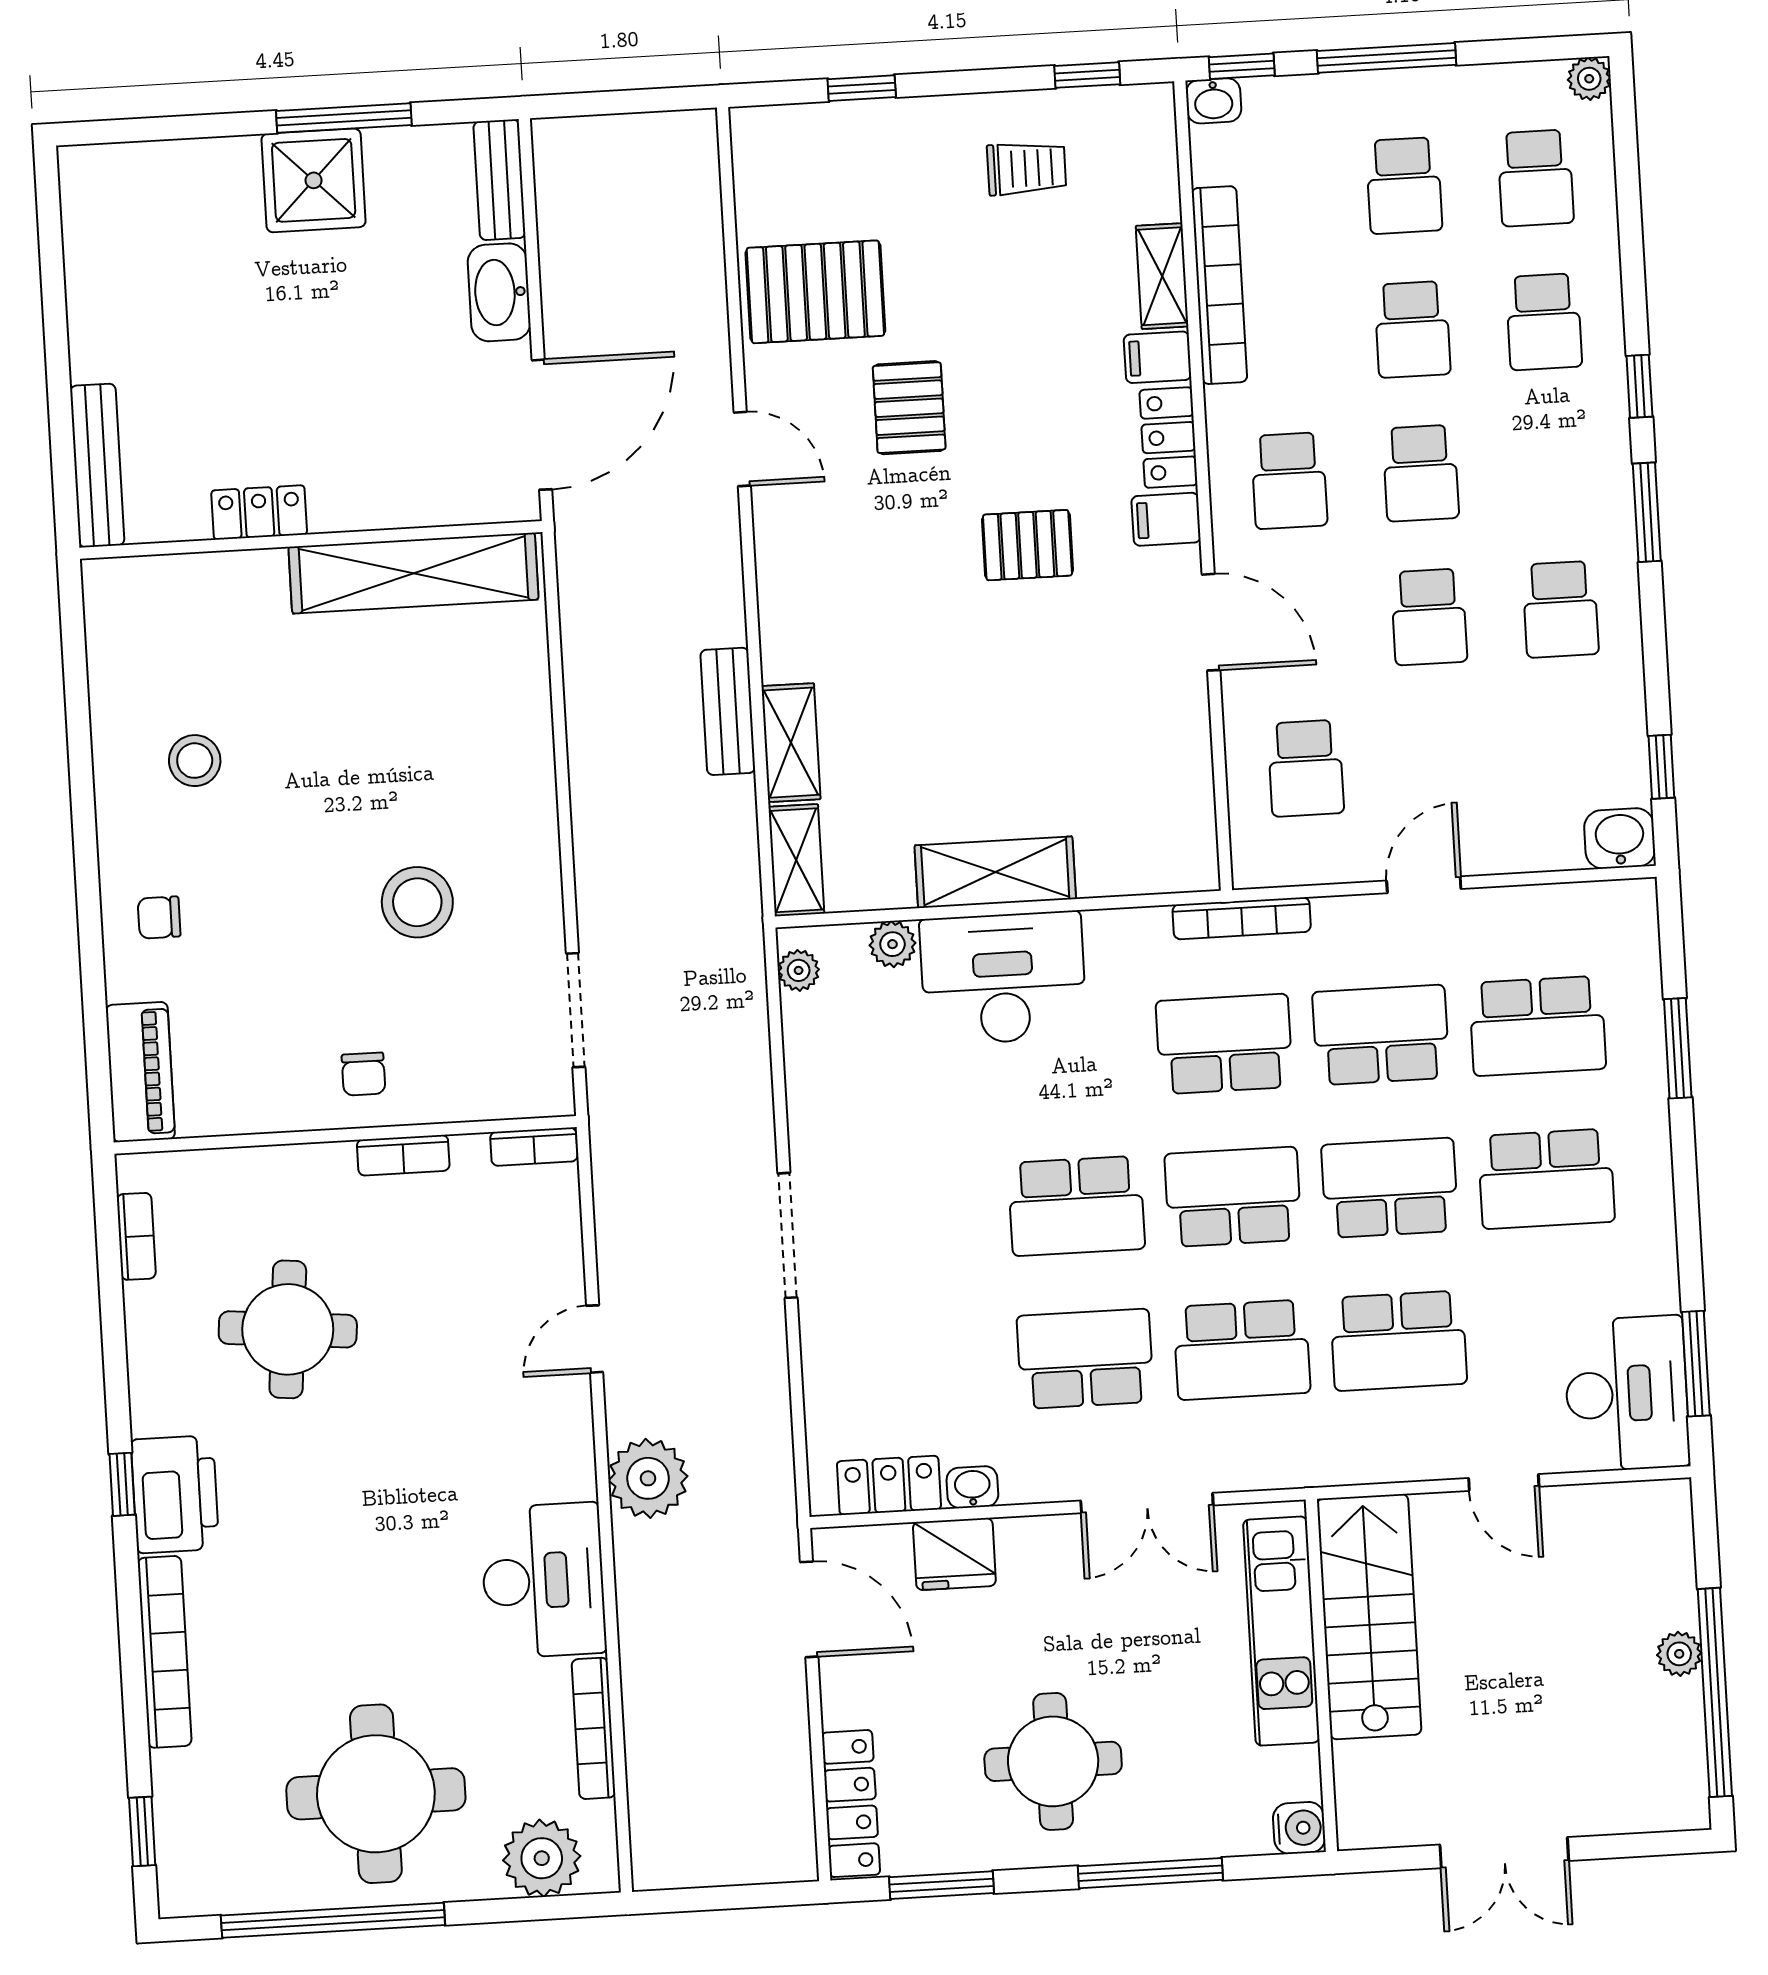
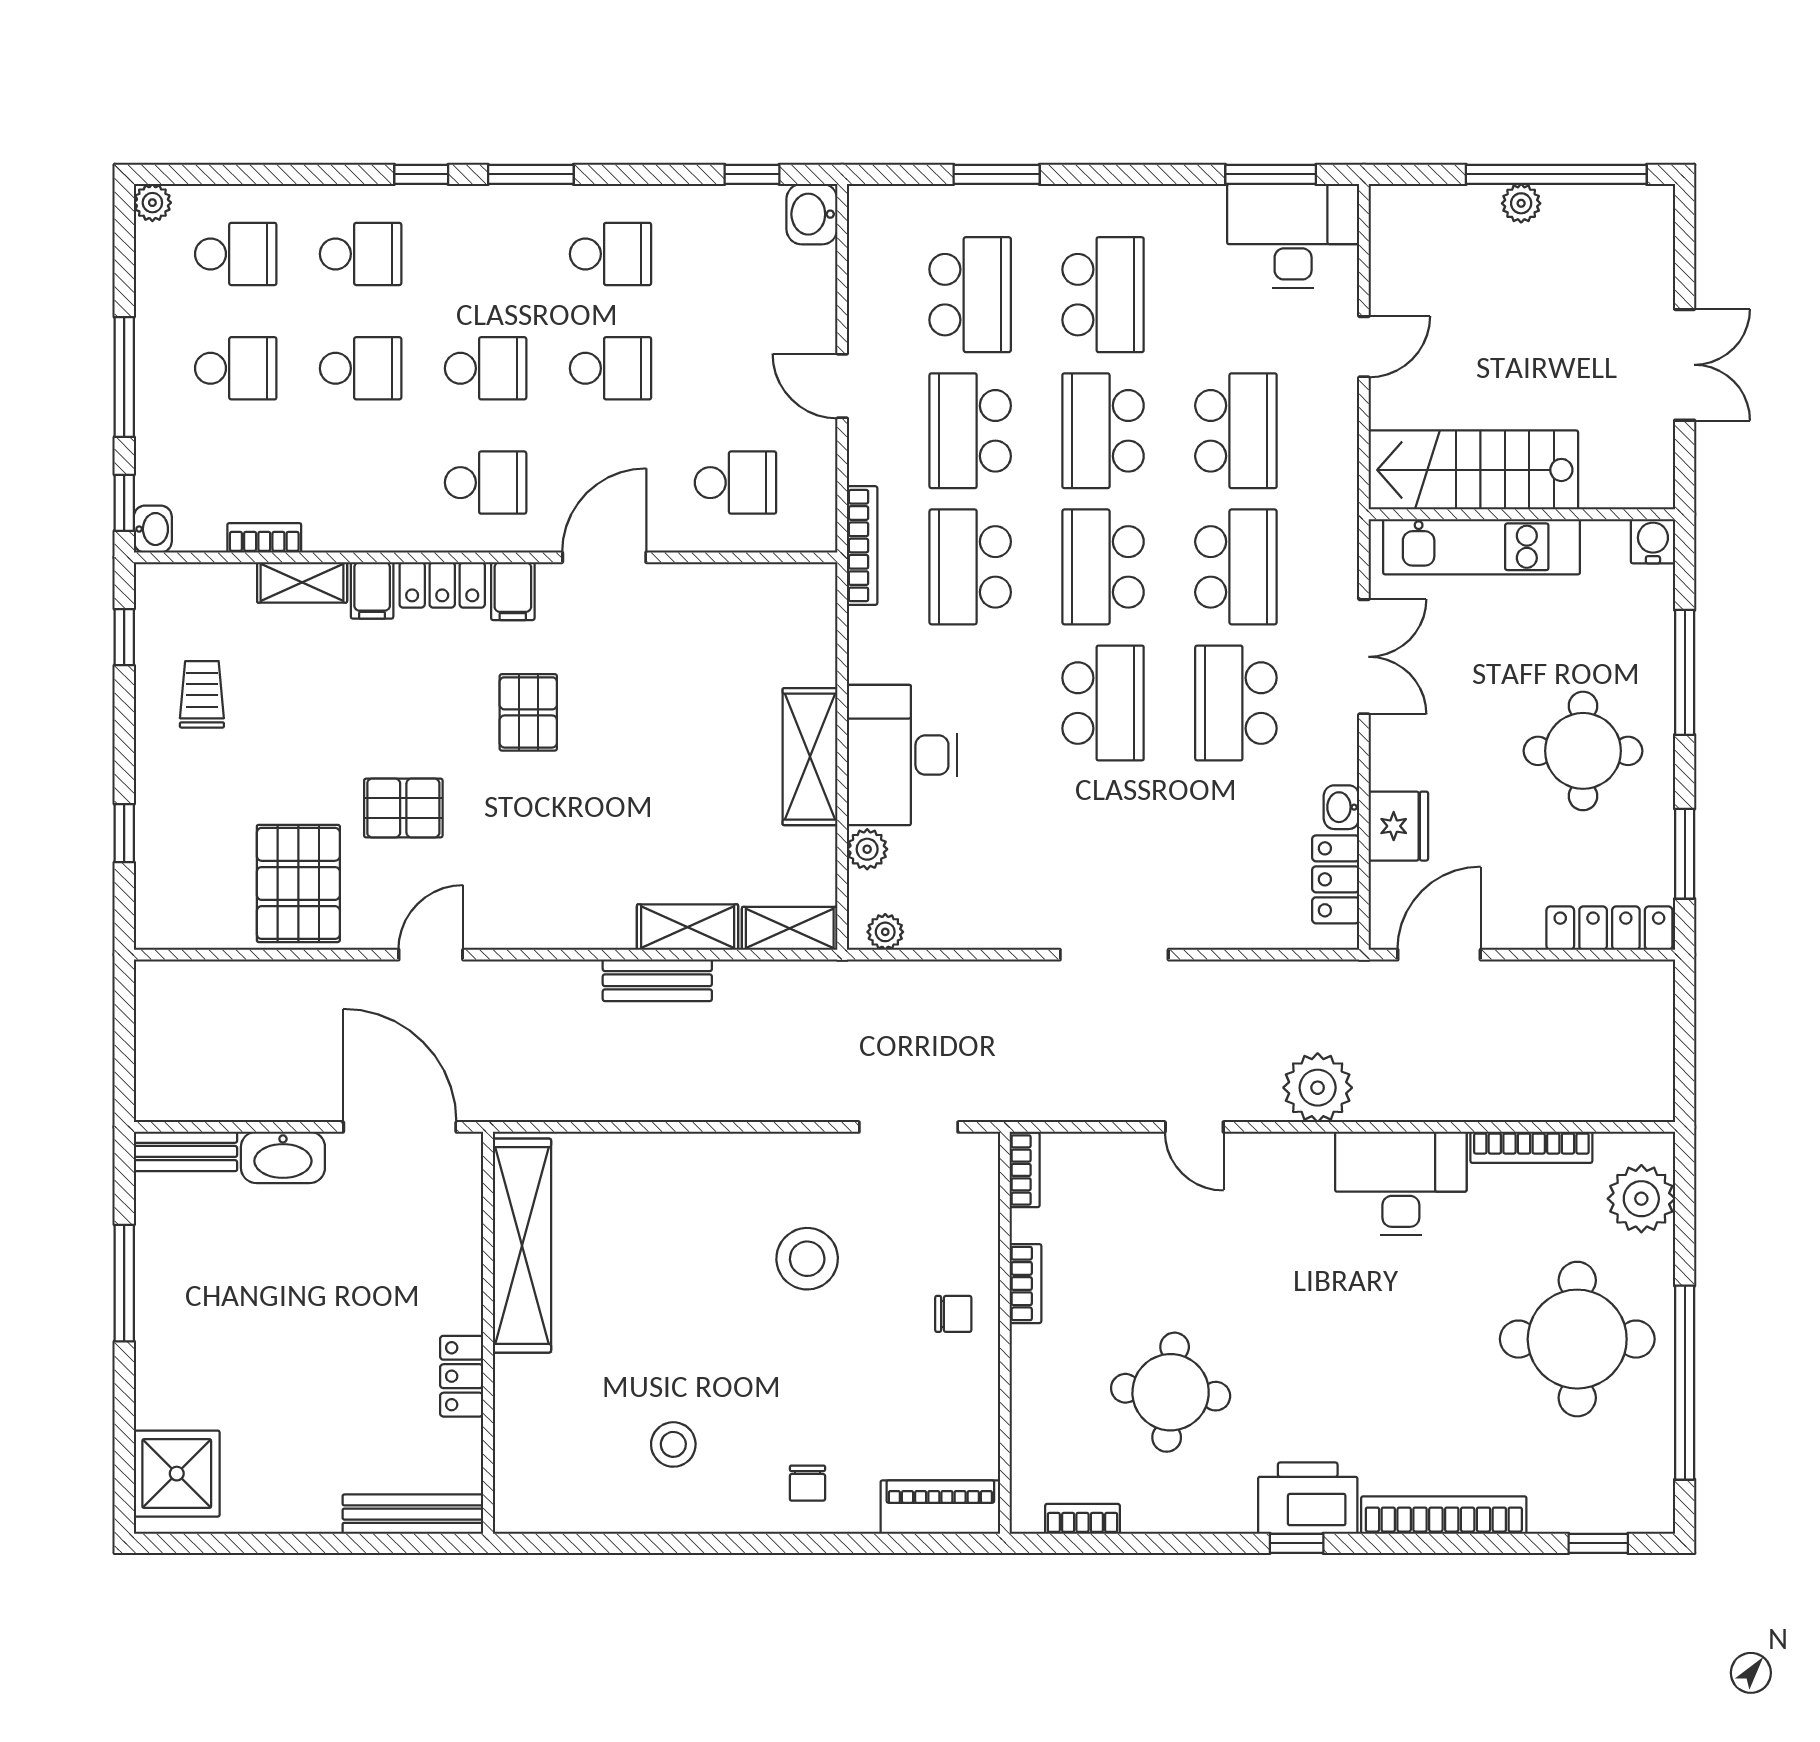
shower: (314, 180) -> (177, 1474), moved
bookcase: (1219, 285) -> (264, 538), width x0.43, depth x0.76

